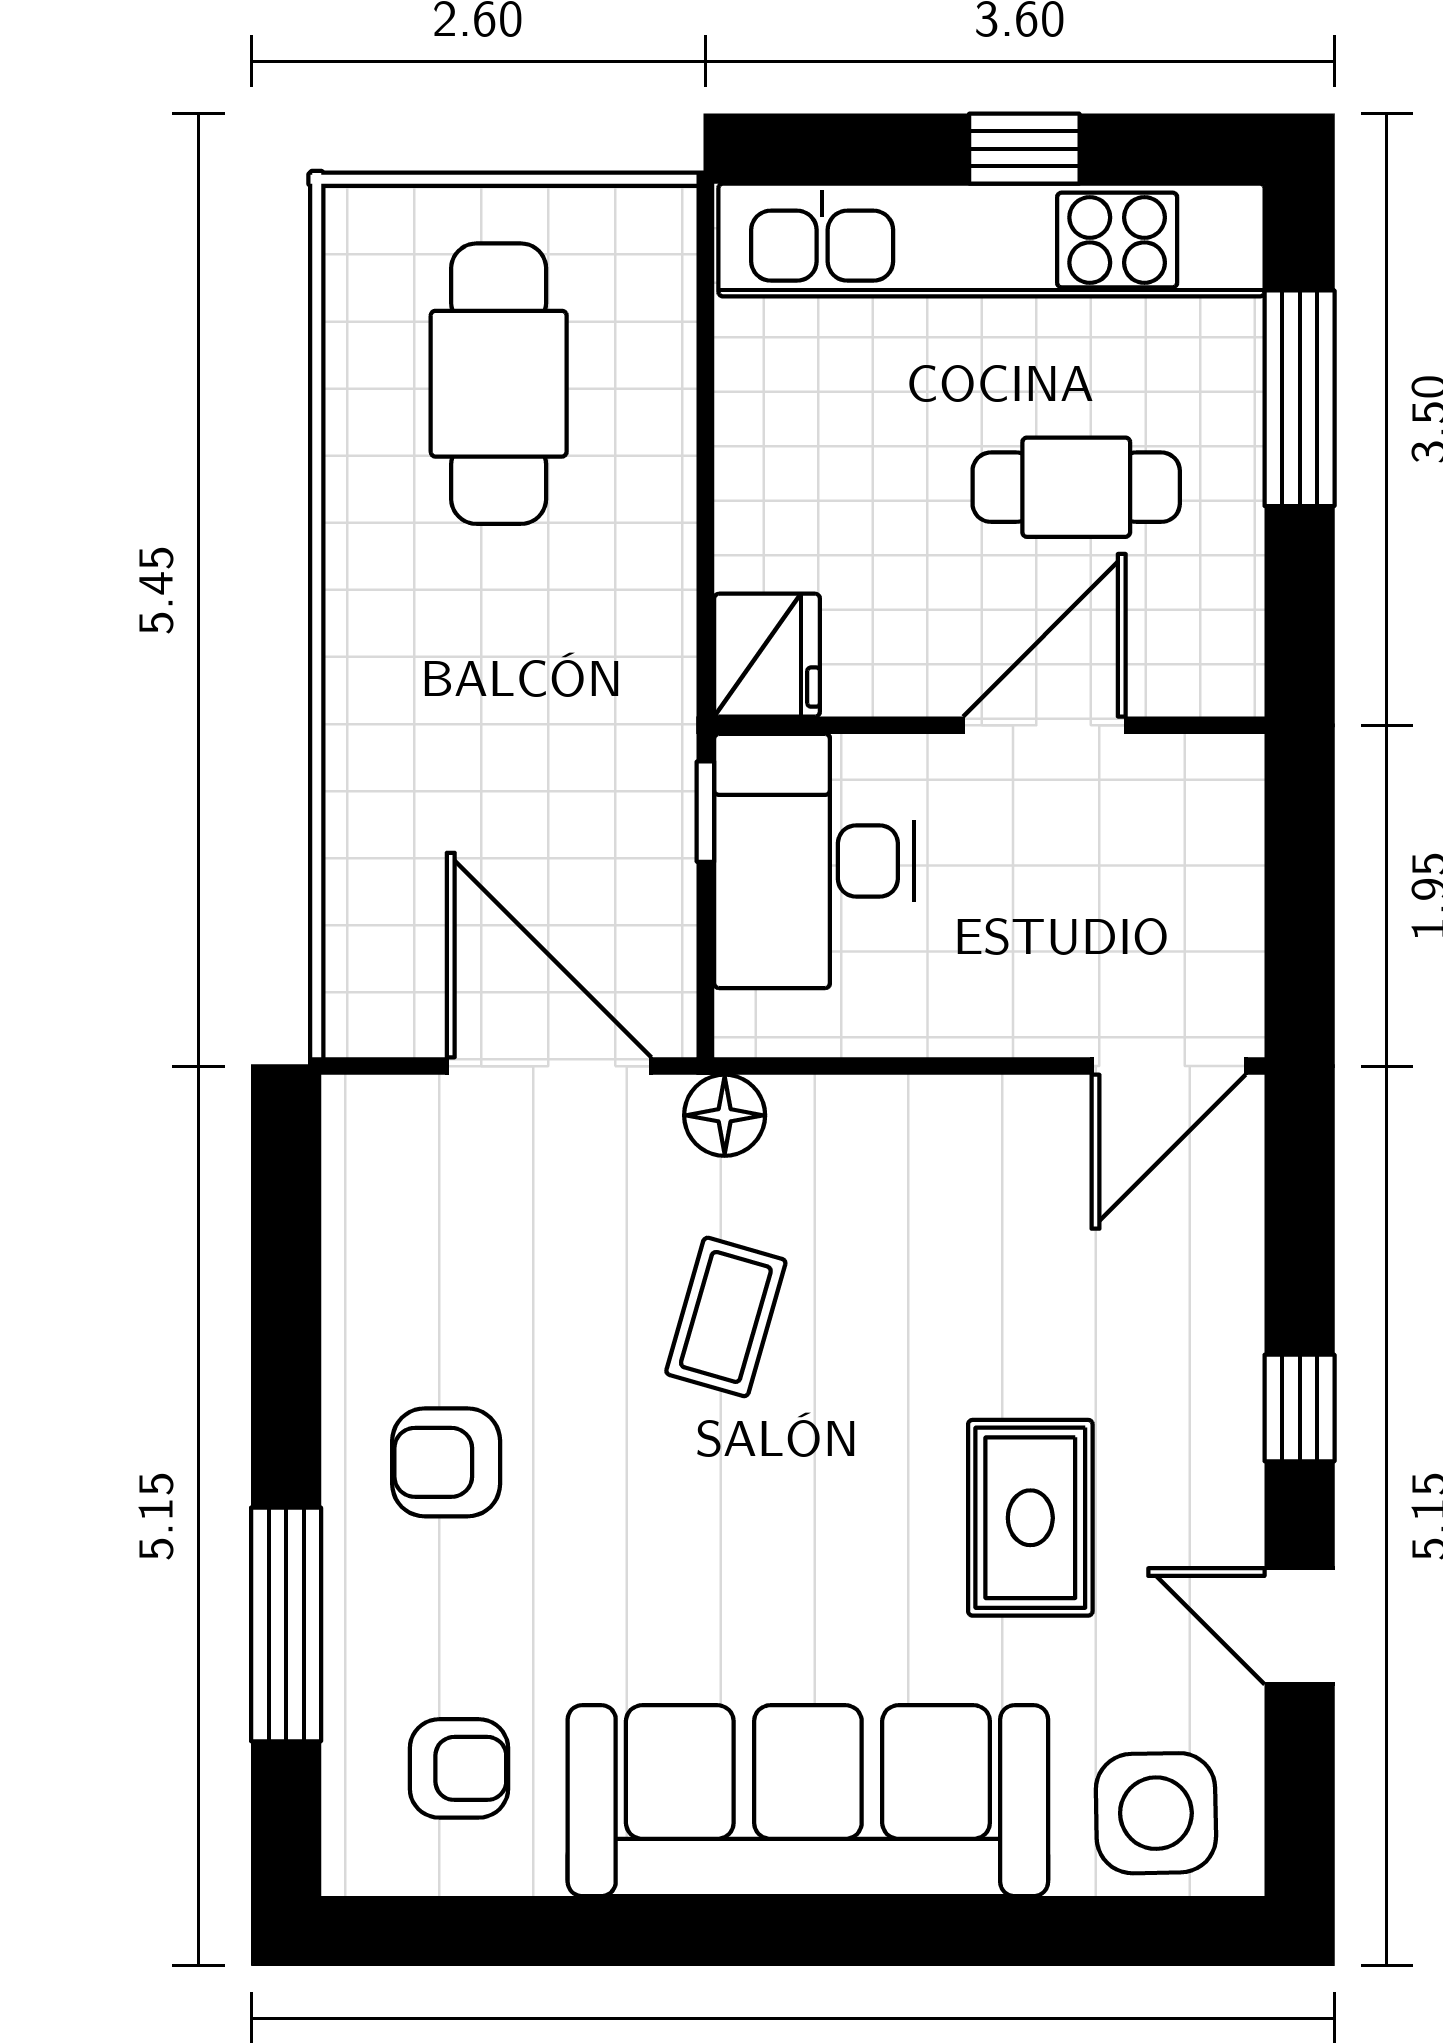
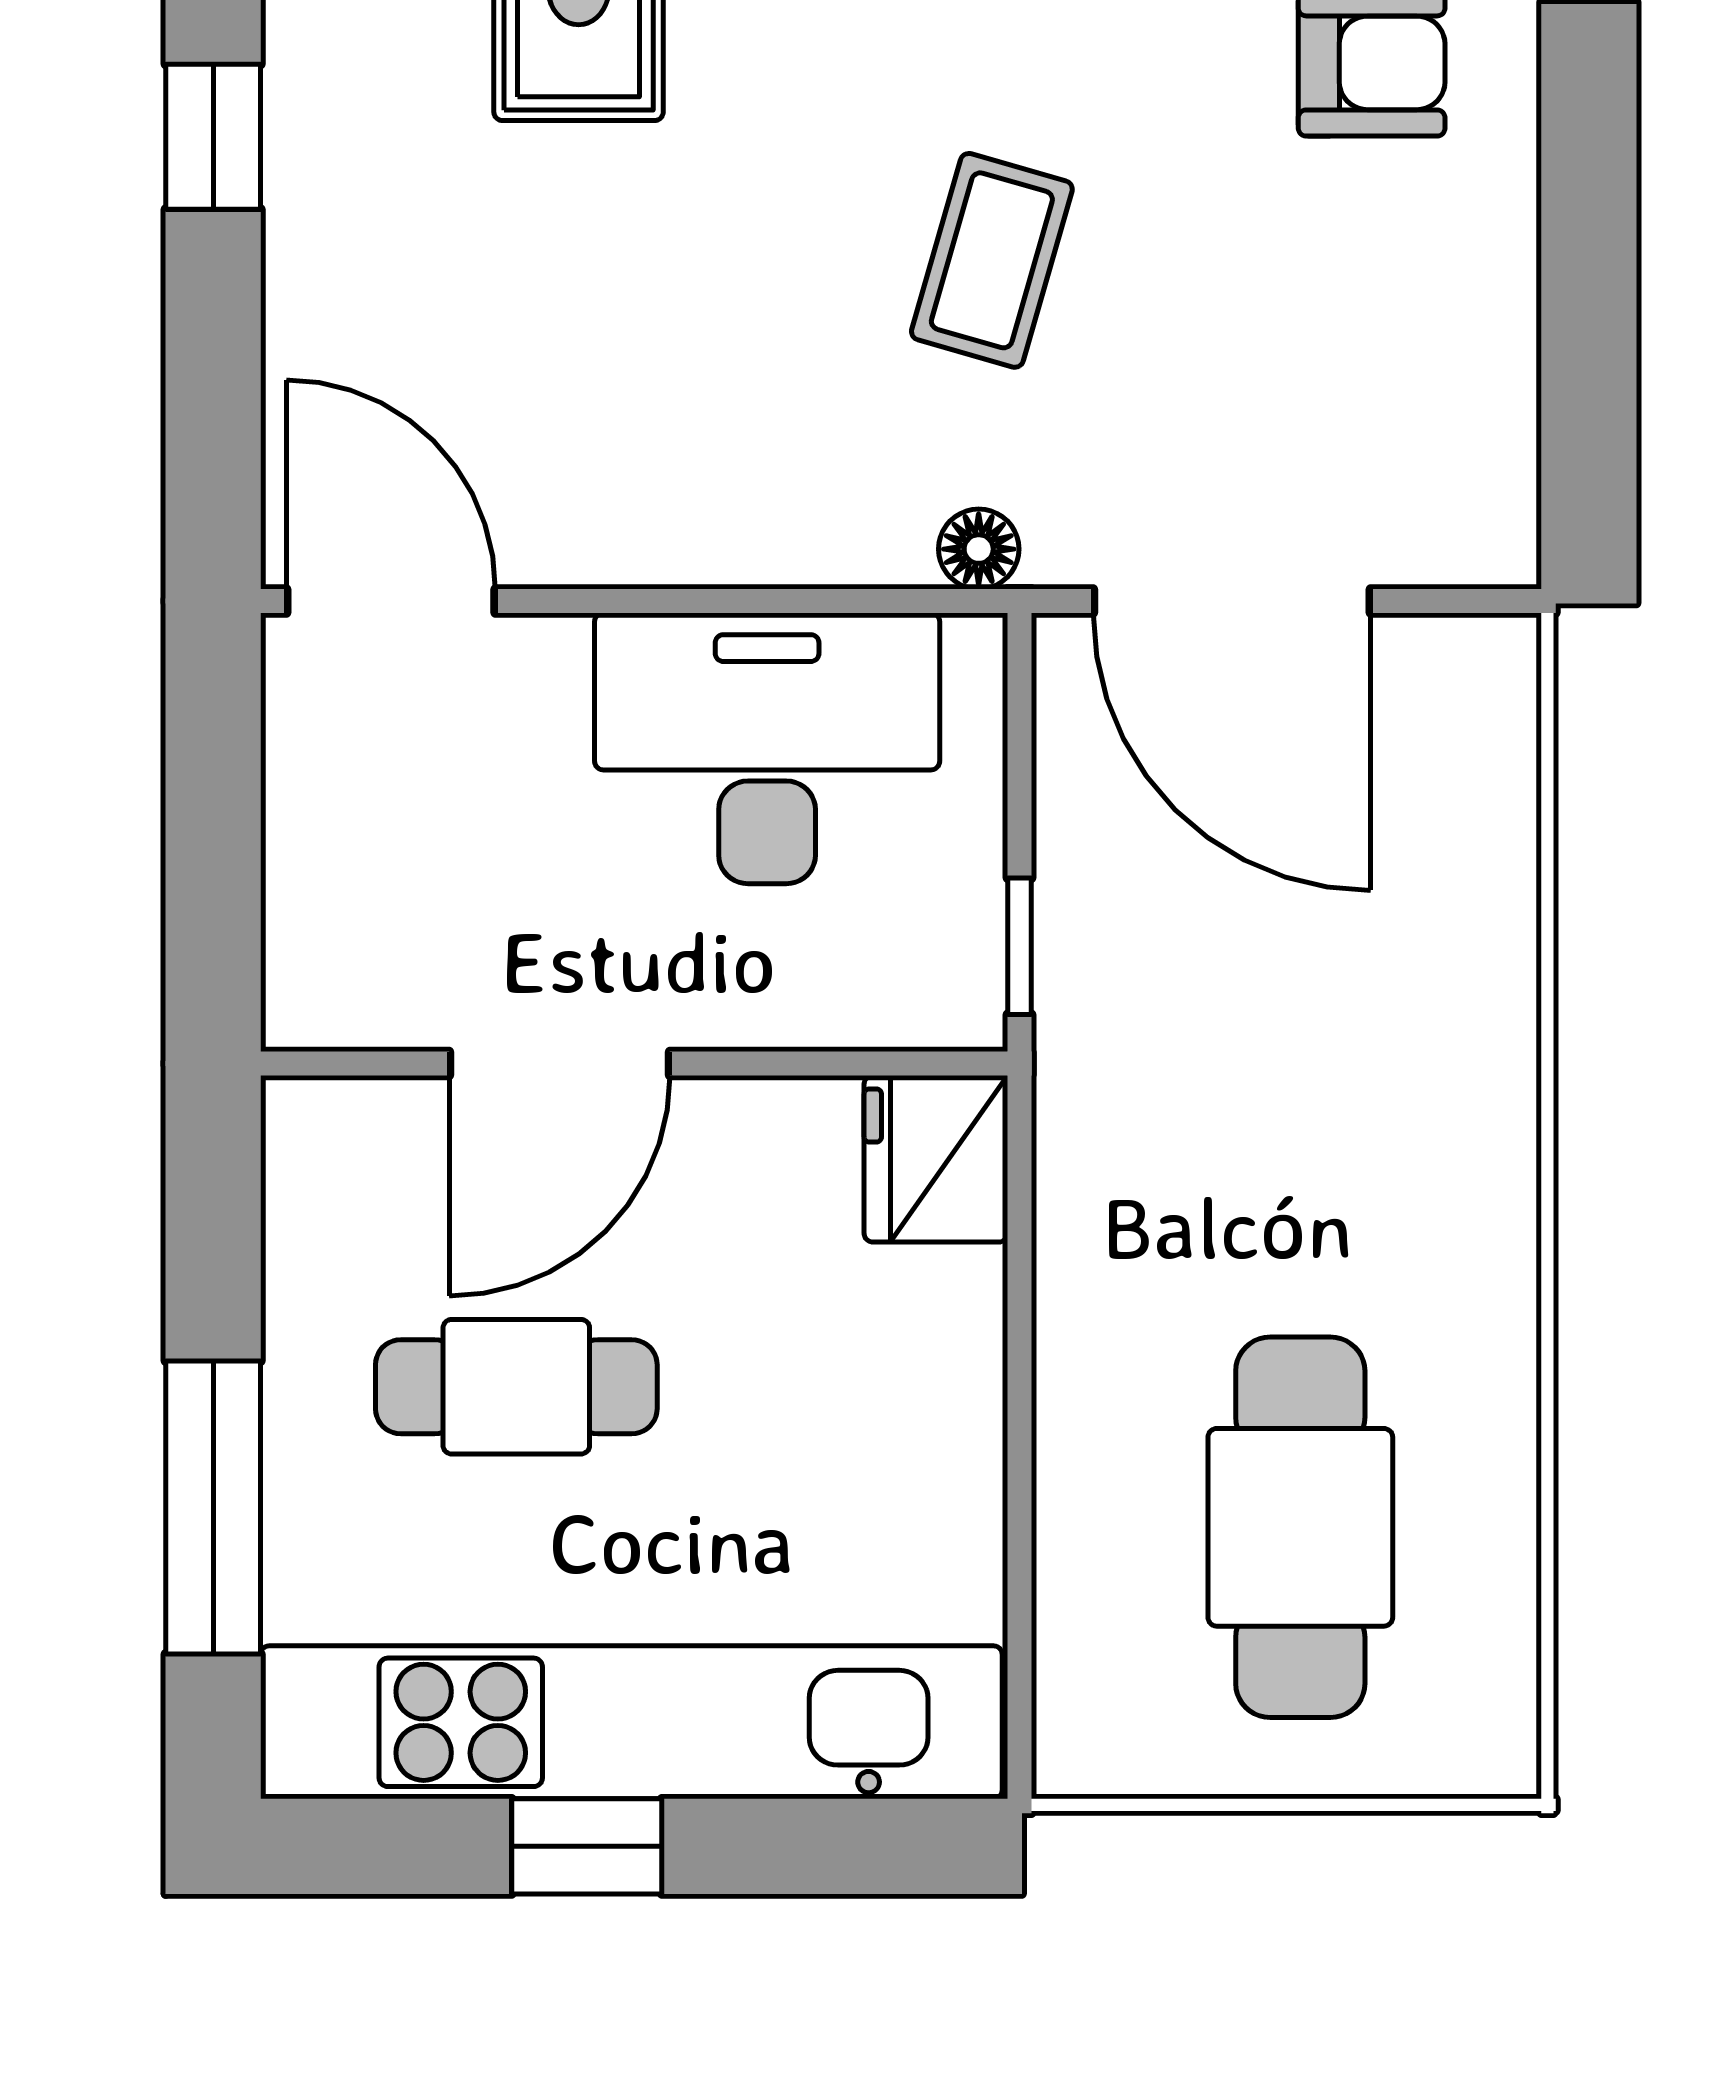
desk: (814, 861) -> (767, 748), moved, turned -90
door: (1169, 1066) -> (391, 601), hinge flipped
floor lamp: (725, 1115) -> (979, 549), width x0.73, depth x0.73

